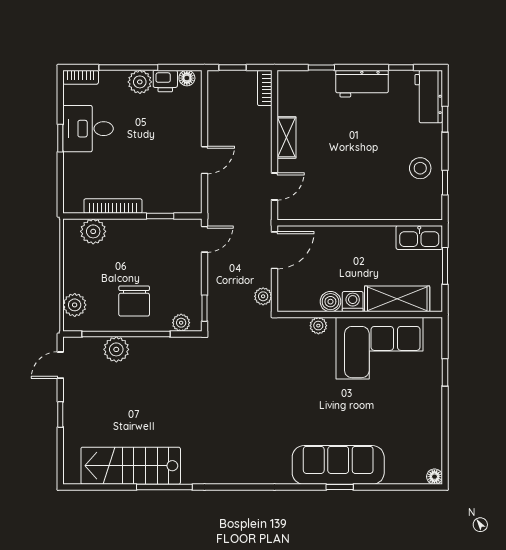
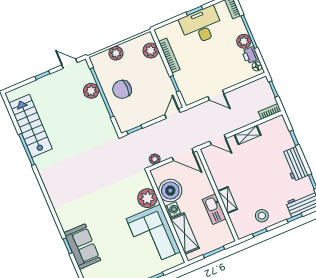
desk: (88, 129) -> (201, 26), width x1.37
shelving: (374, 211) -> (228, 200), added
kitchen sink: (419, 237) -> (214, 209), moved
door: (205, 239) -> (172, 114), swing flipped
boiler: (330, 302) -> (170, 191), width x1.86, depth x1.86
plant: (75, 305) -> (116, 53), moved
plant: (181, 323) -> (121, 120), removed
plant: (318, 326) -> (147, 198), width x1.88, depth x1.88
sofa: (338, 465) -> (82, 247), width x0.73

